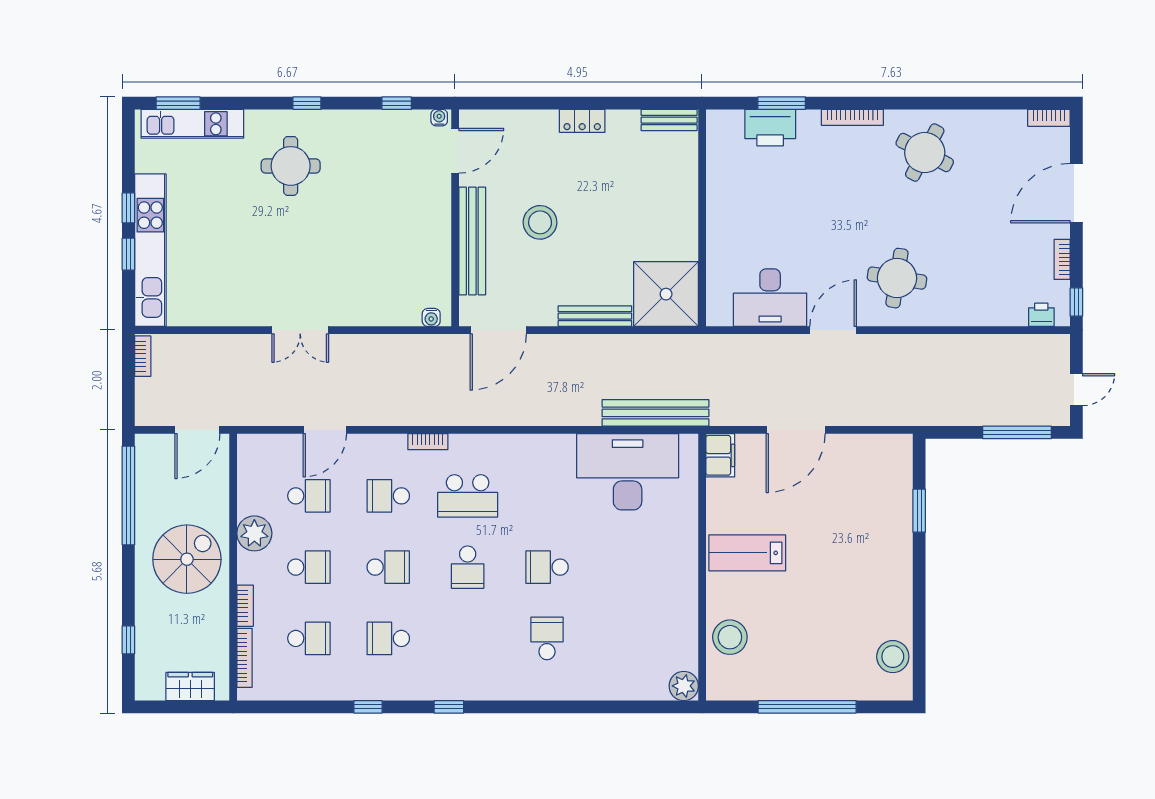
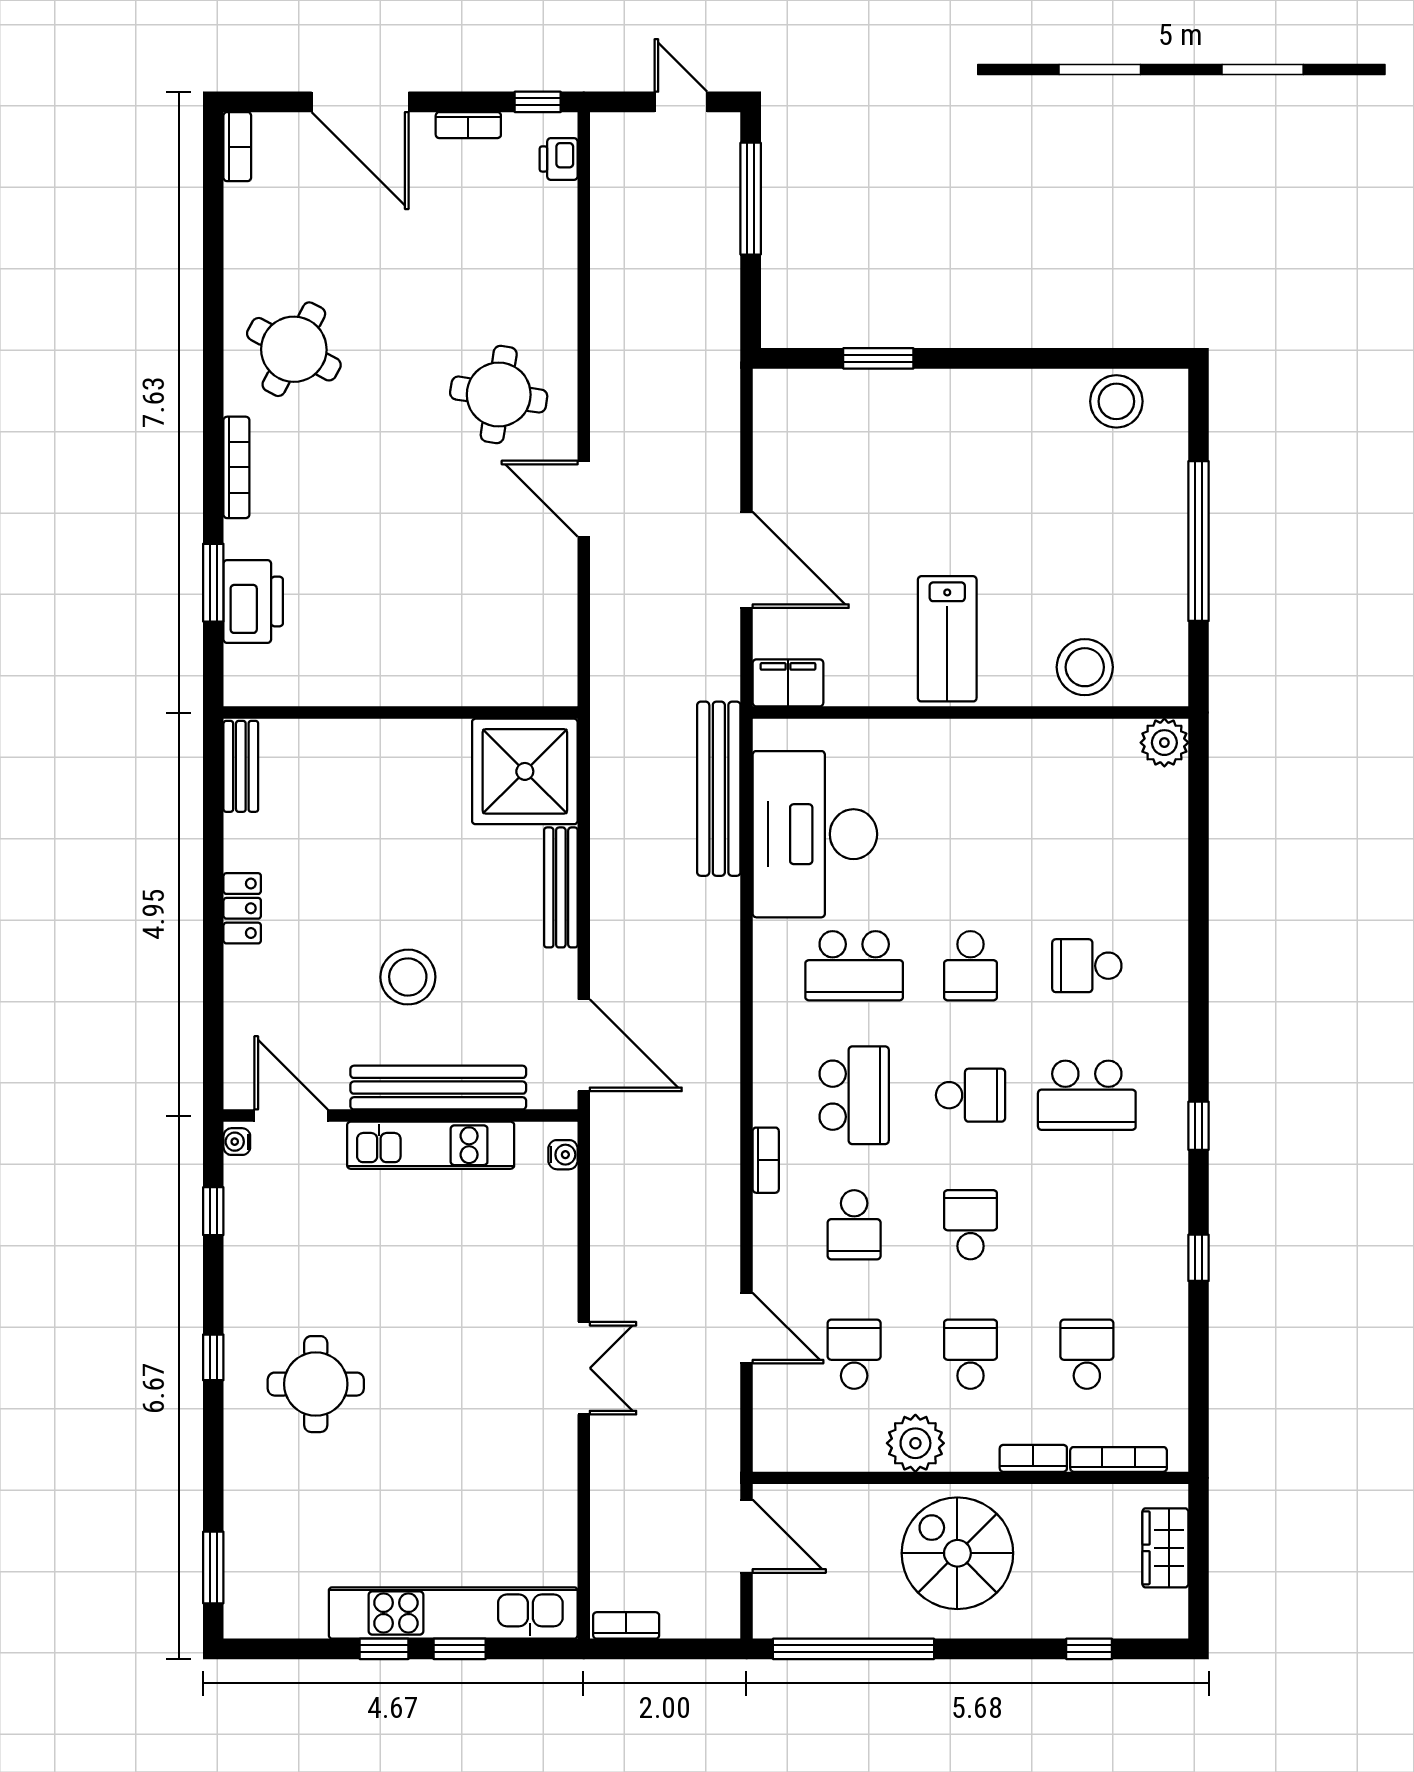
kitchen unit: (192, 124) -> (431, 1145), moved, turned 90
desk: (770, 298) -> (531, 602), removed
school desk: (547, 496) -> (854, 966), added
school desk: (388, 638) -> (1087, 1095), moved, width x1.85

